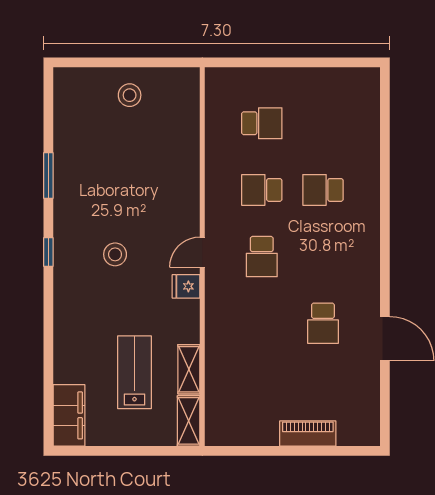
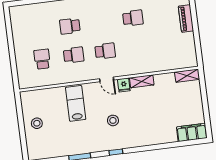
school desk: (262, 190) -> (74, 55), turned -90
school desk: (323, 190) -> (70, 26), turned 90
shelving: (189, 369) -> (142, 81), moved
lab bench: (134, 372) -> (76, 103), moved, turned 90

